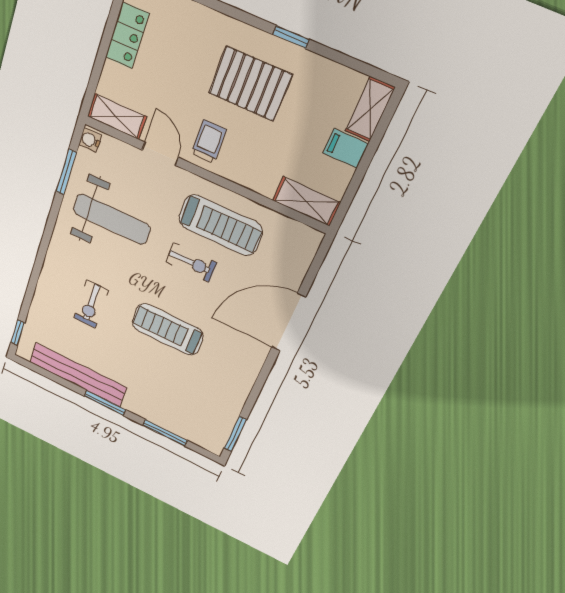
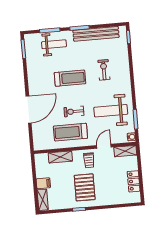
pallet: (250, 84) -> (85, 187), turned 90
door: (160, 154) -> (104, 146), swing flipped
shelving: (306, 201) -> (60, 157), moved
weight bench: (169, 406) -> (54, 44), added

